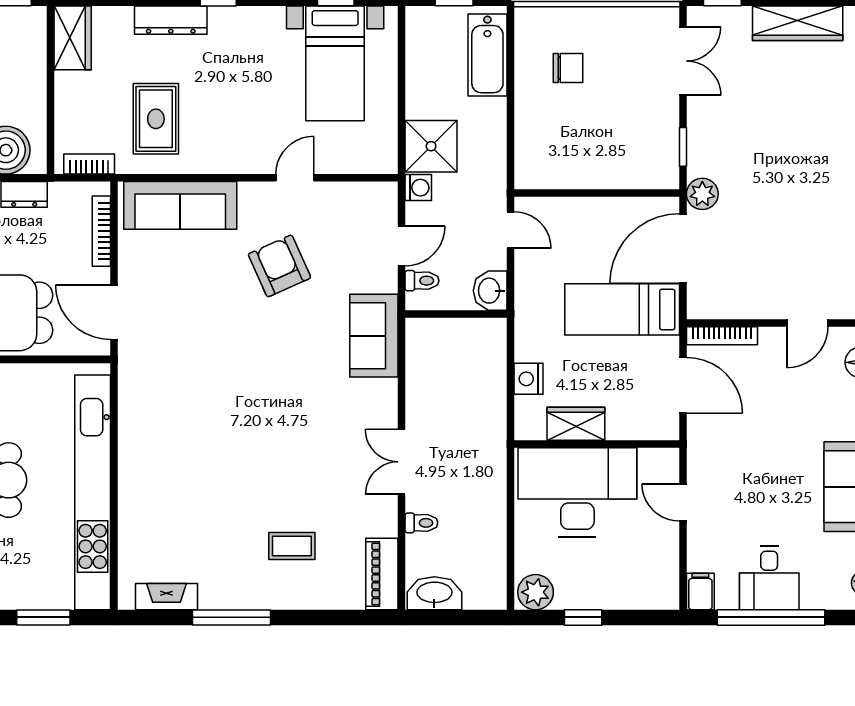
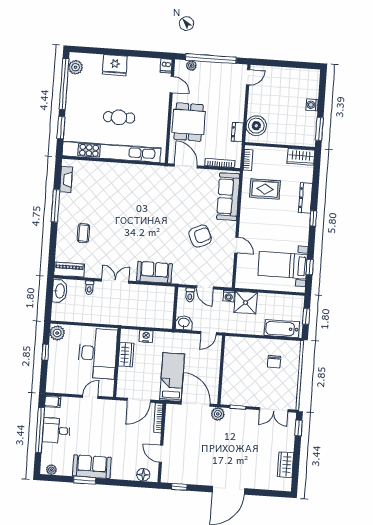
wardrobe: (798, 23) -> (285, 465), width x0.67
door: (114, 312) -> (186, 166), hinge flipped
sofa: (374, 336) -> (154, 272), moved

